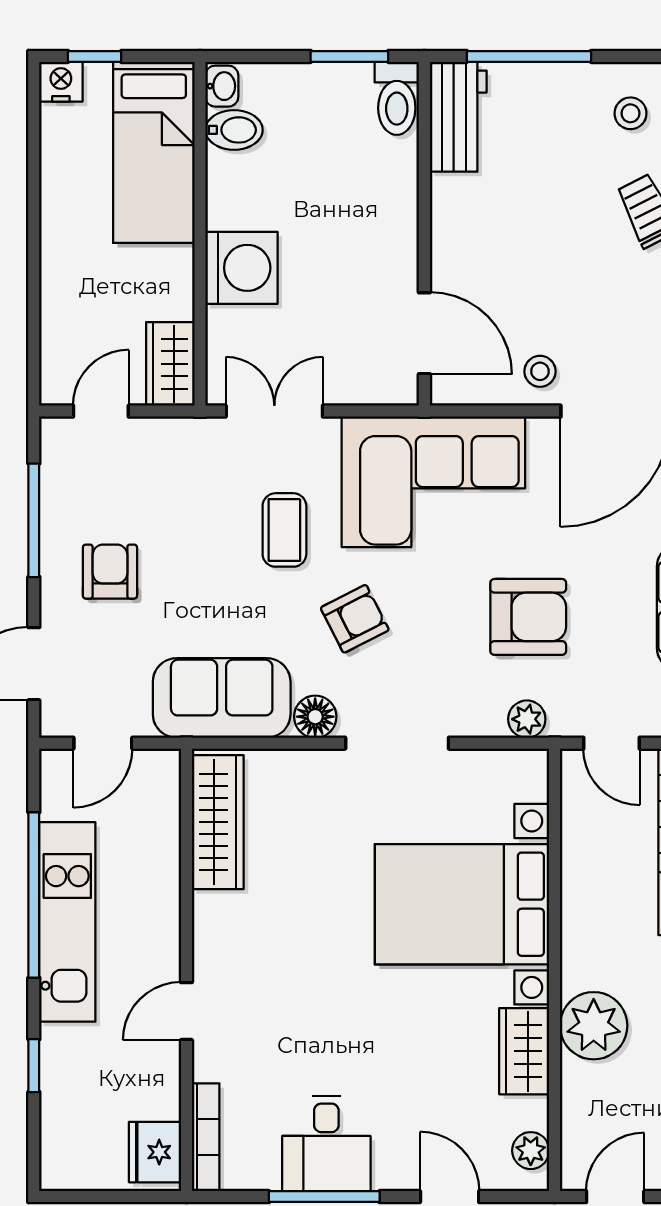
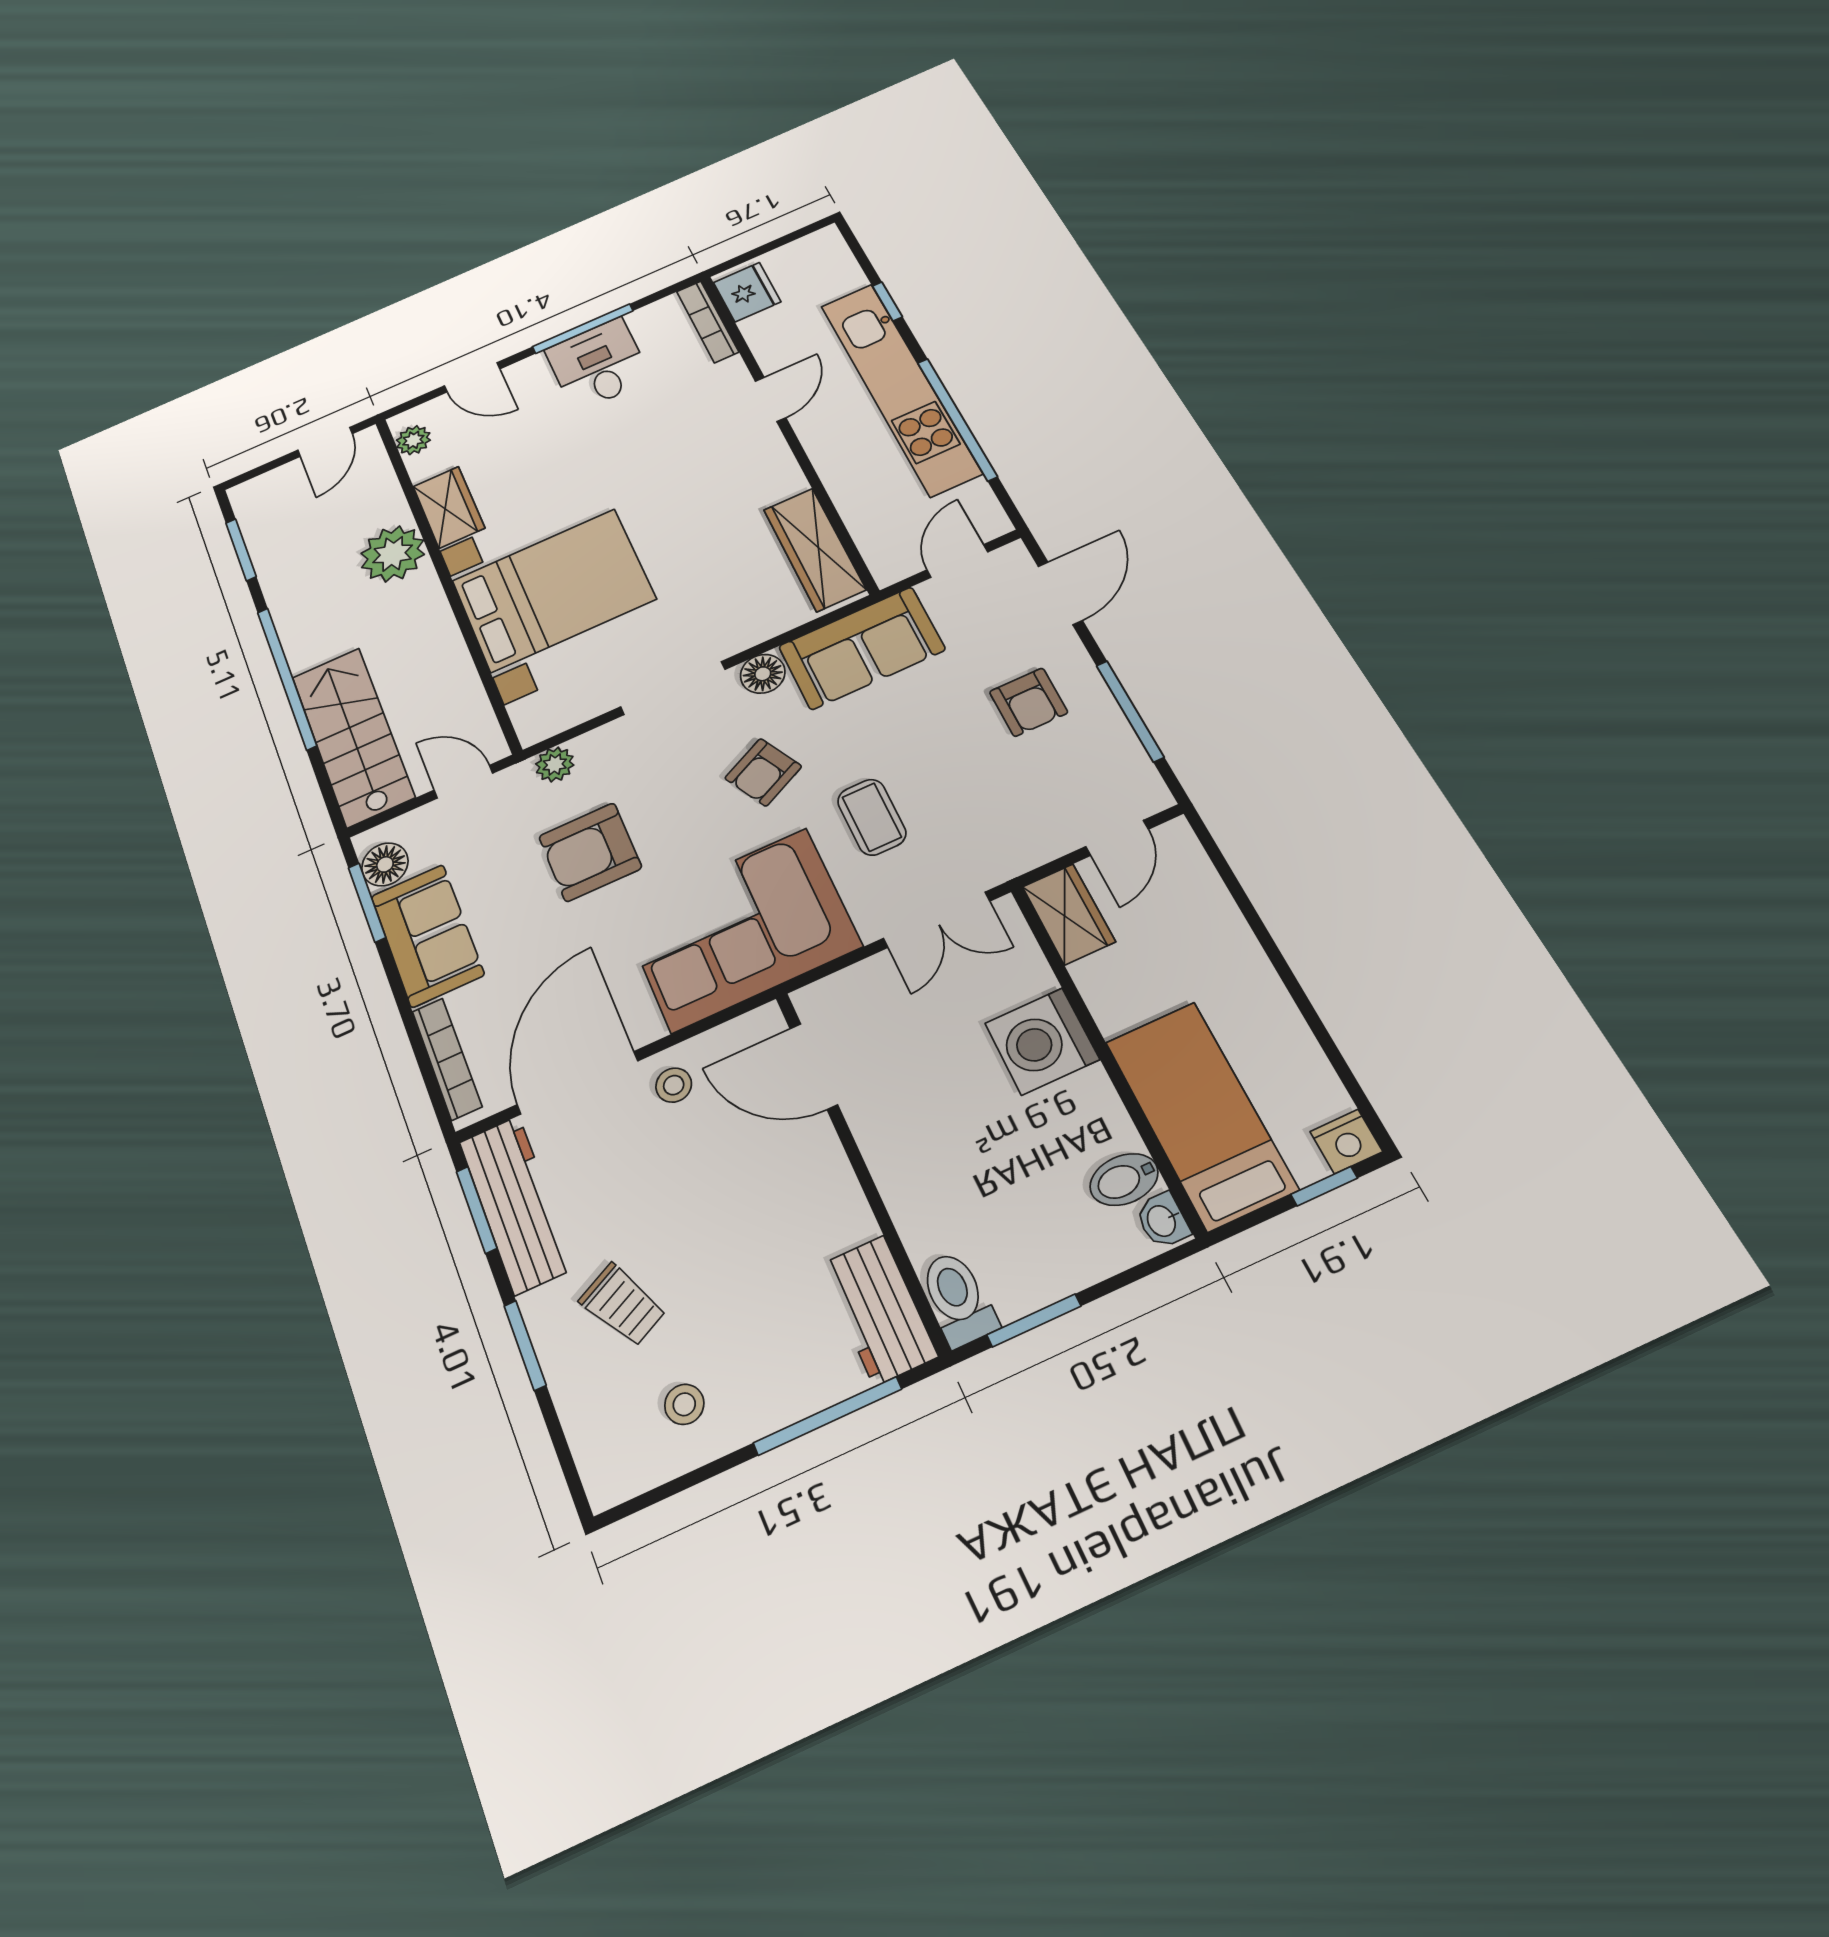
kitchen unit: (67, 922) -> (900, 388), width x1.36

